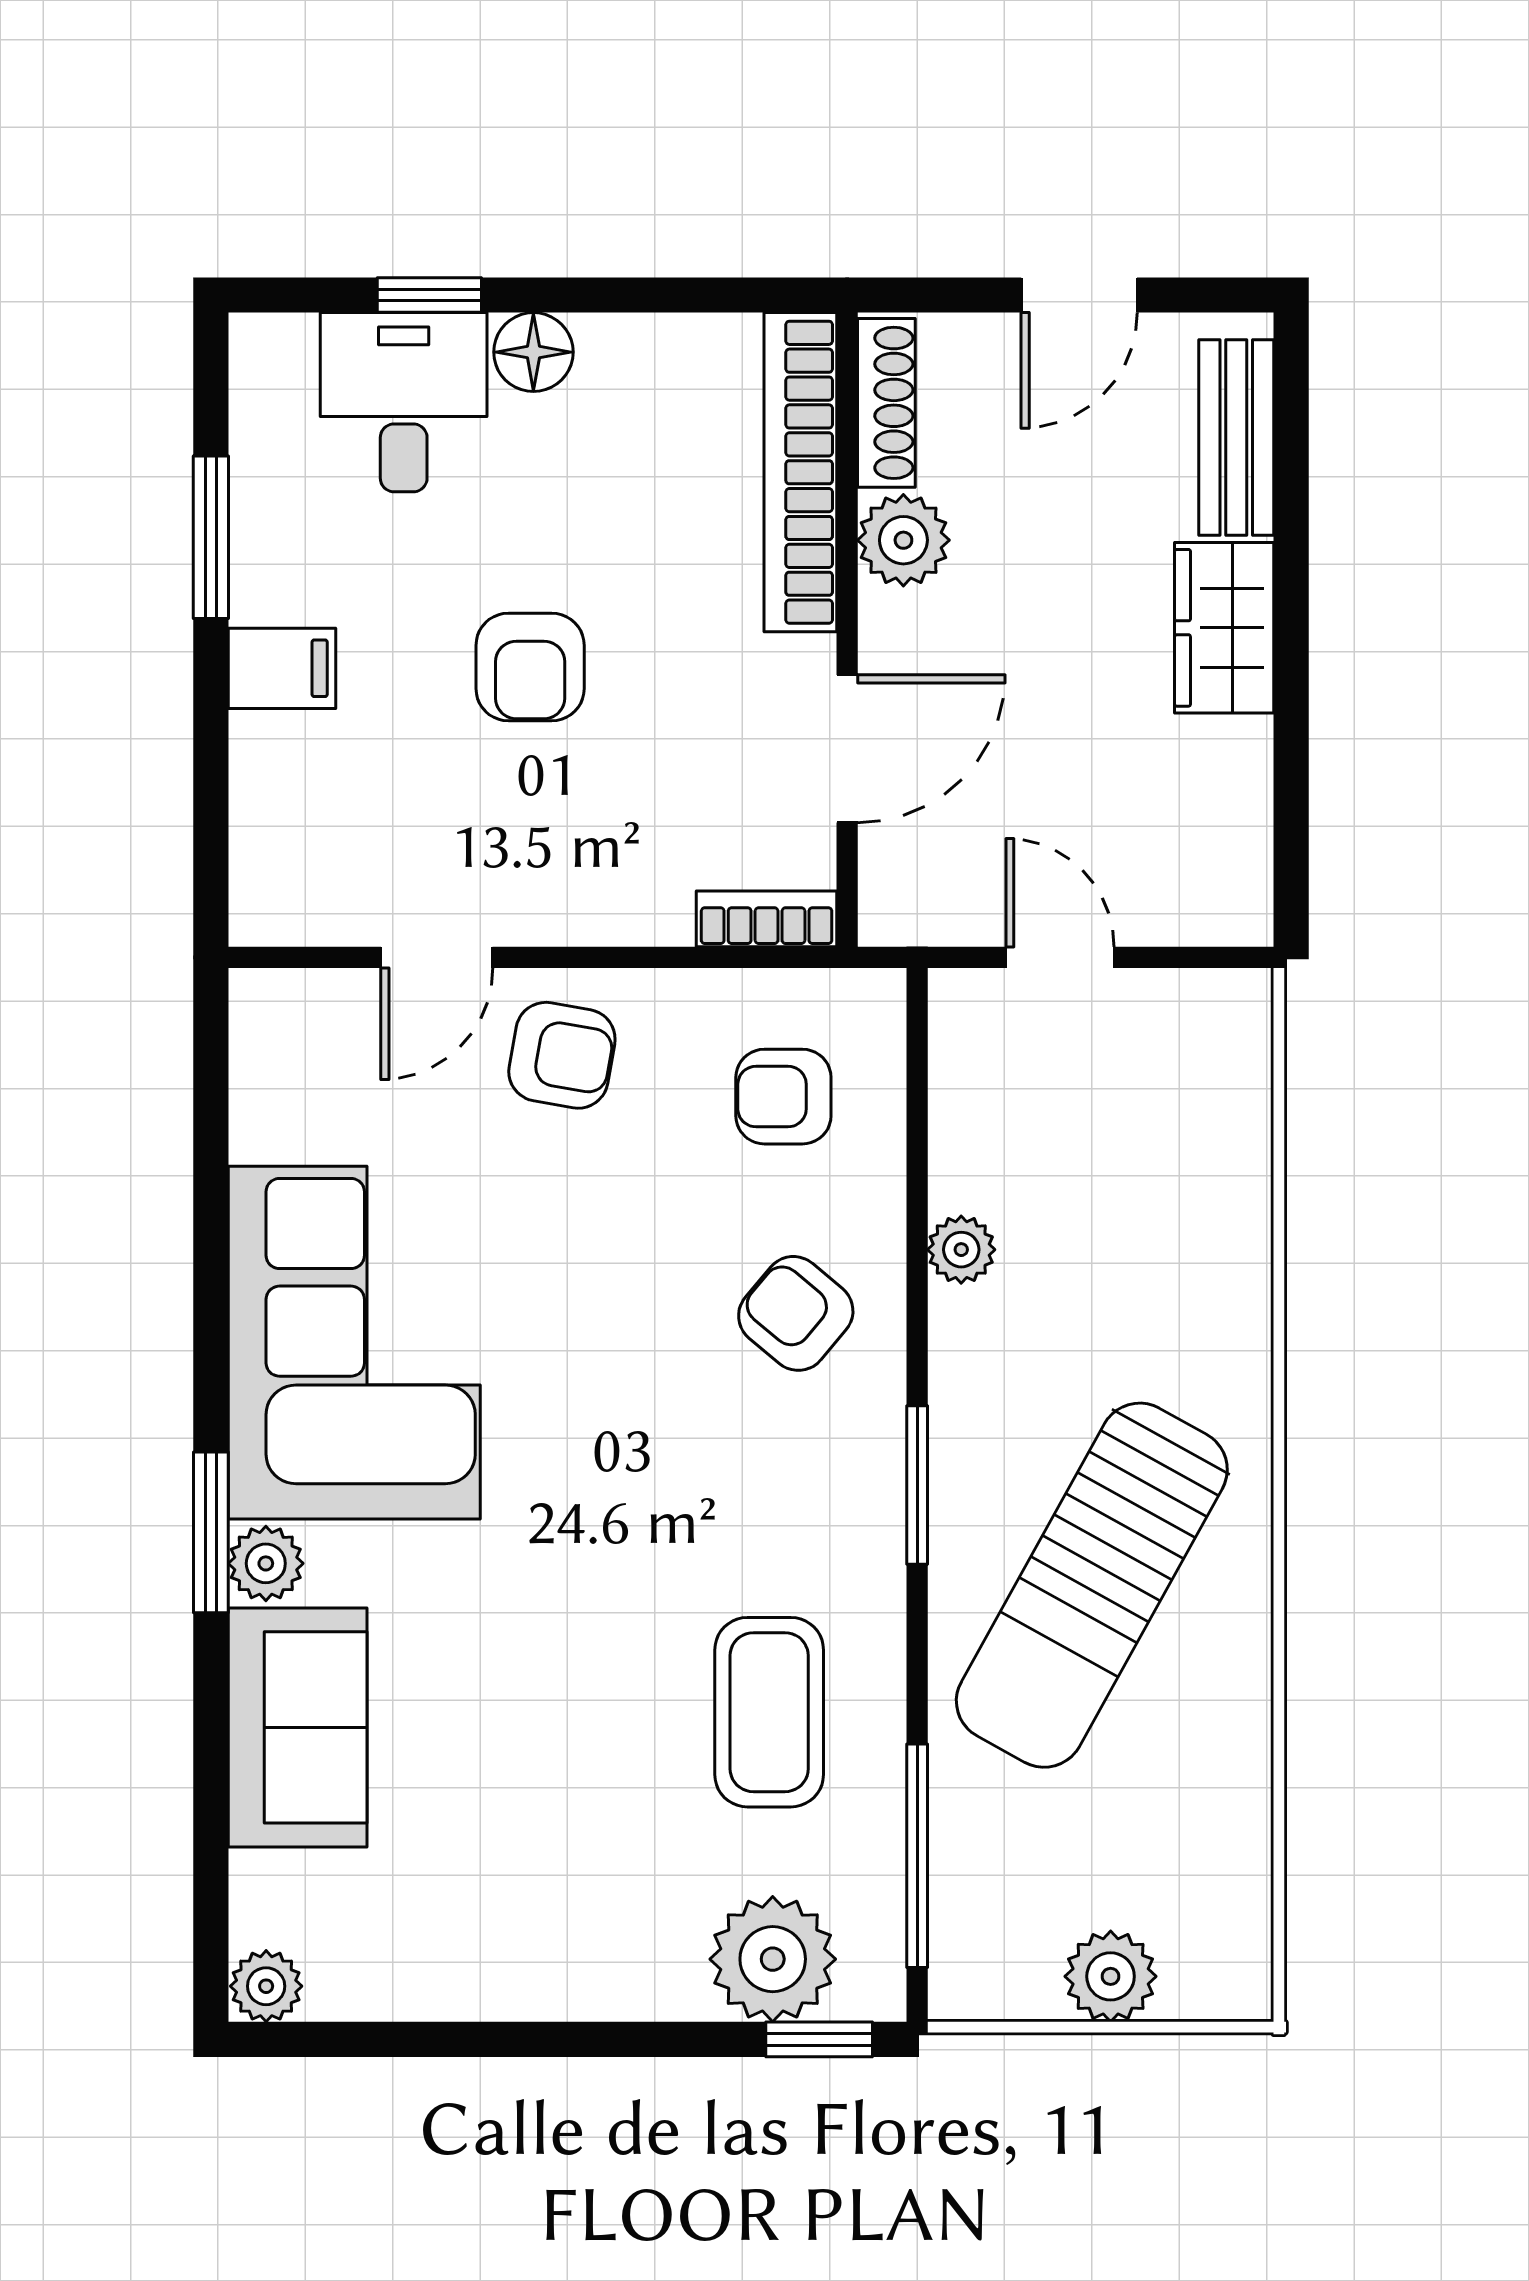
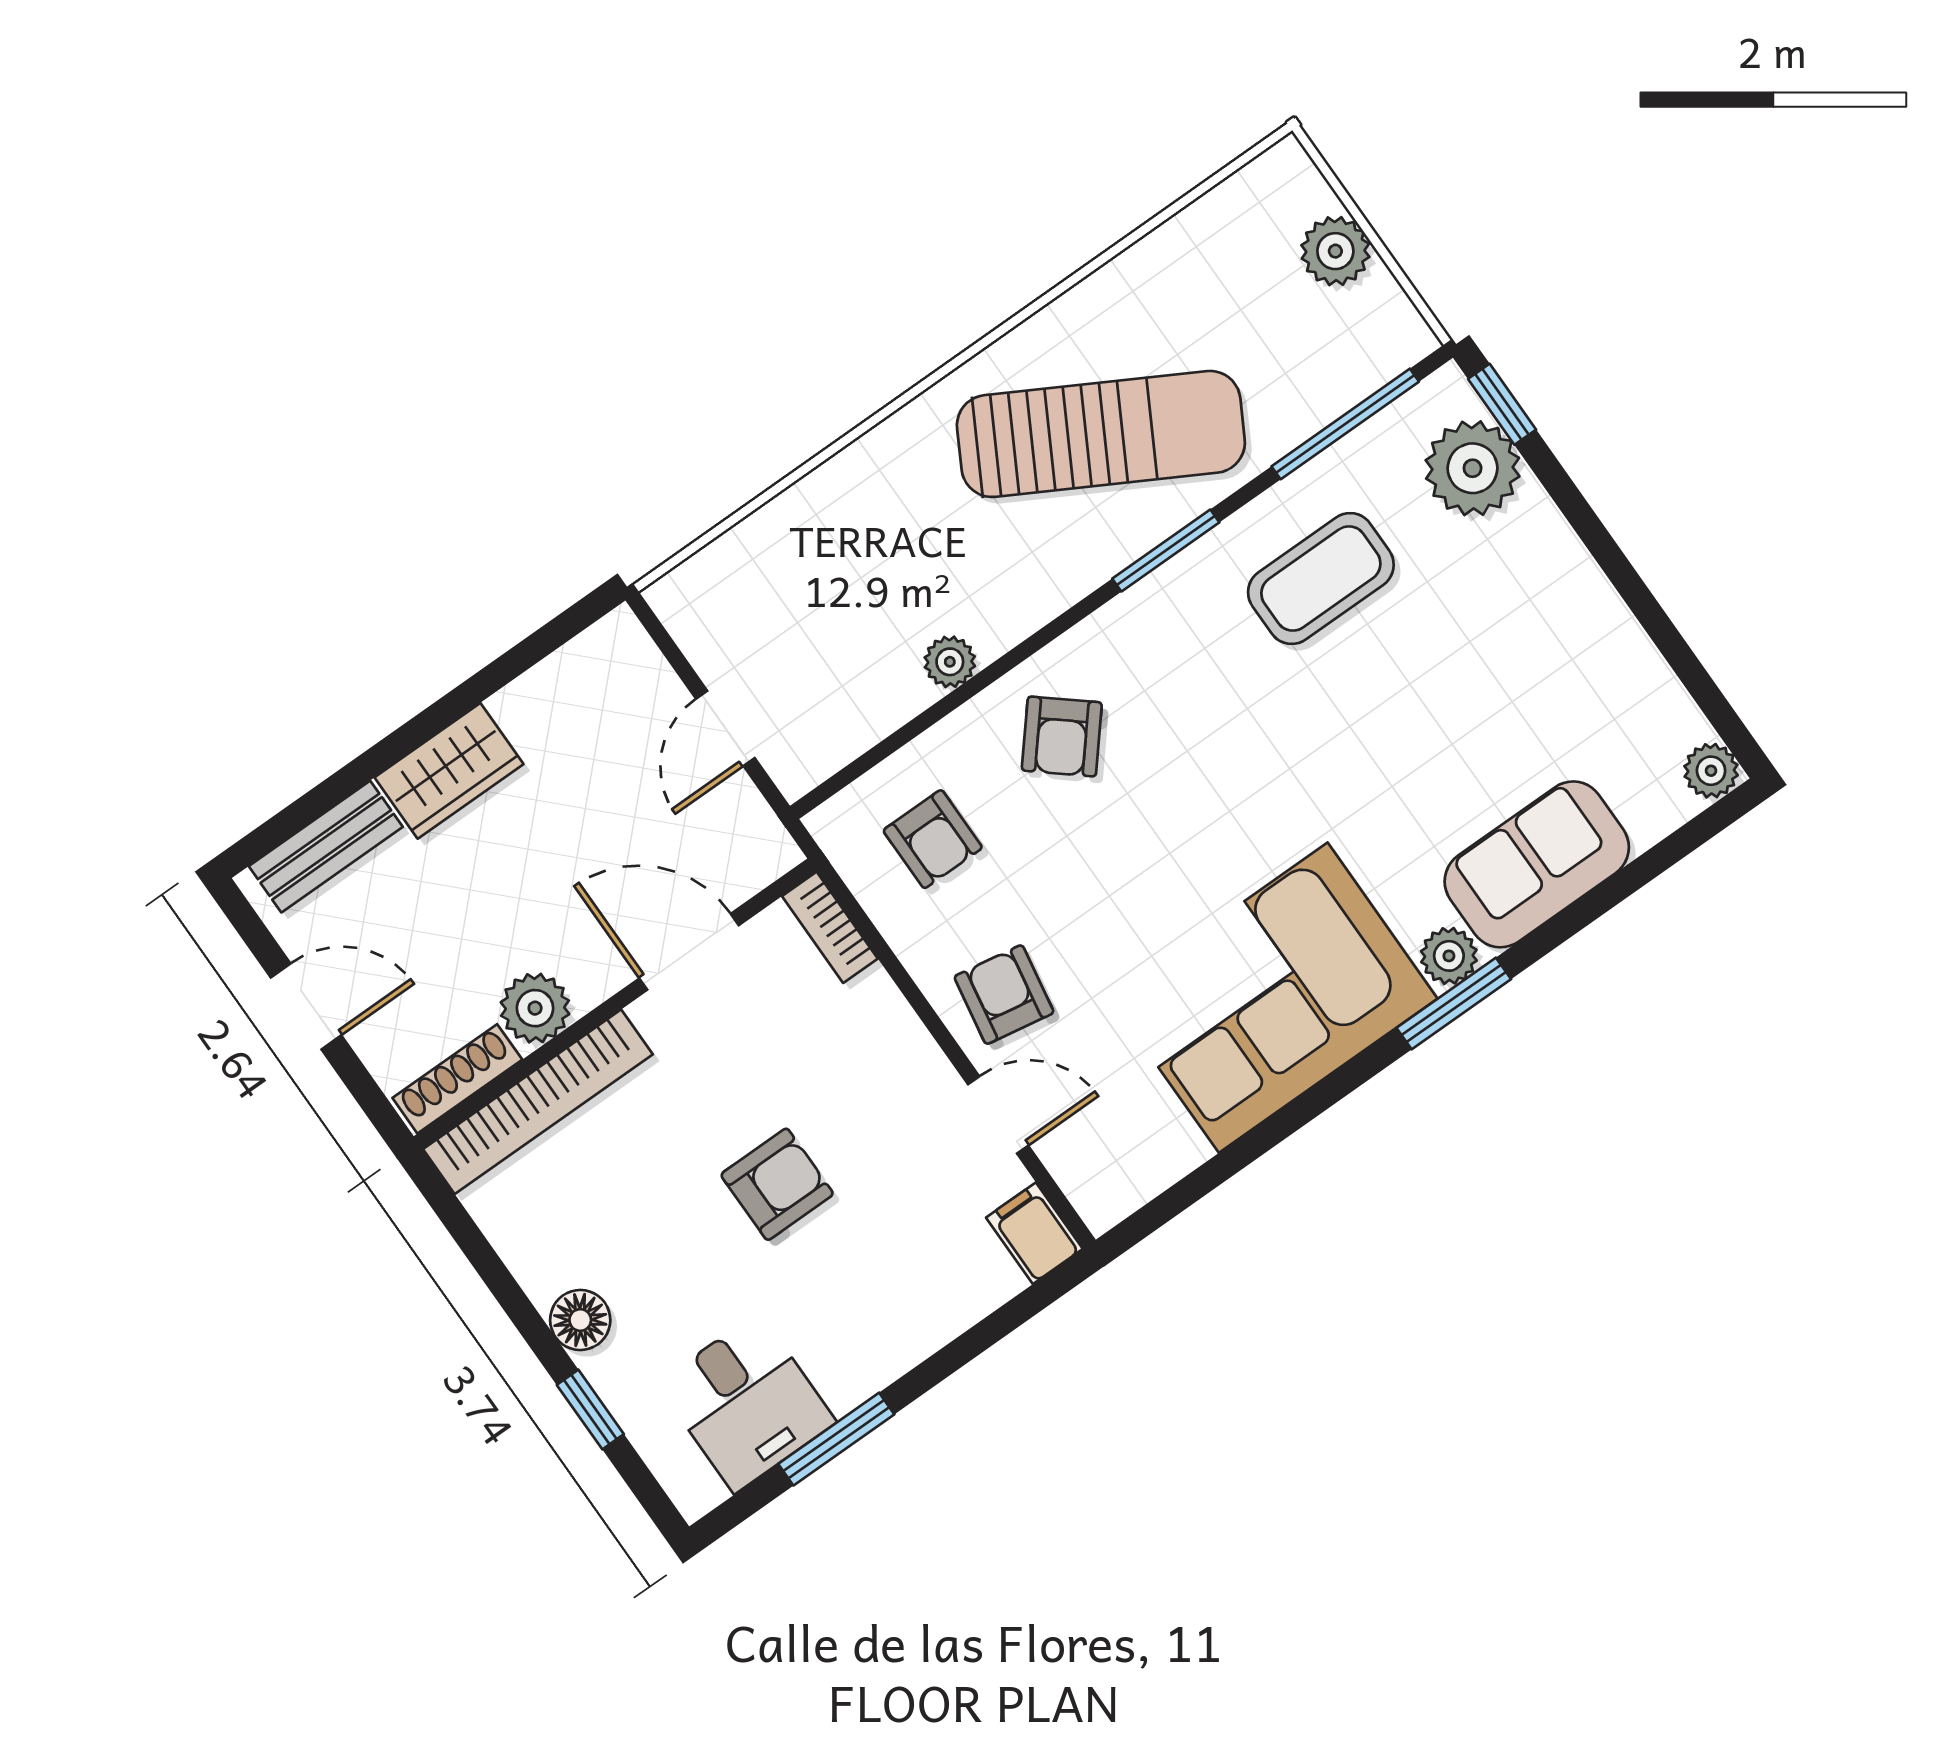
desk: (404, 402) -> (746, 1403), moved, turned -90
filing cabinet: (282, 668) -> (1034, 1233), moved
window: (917, 1485) -> (1166, 551), moved

